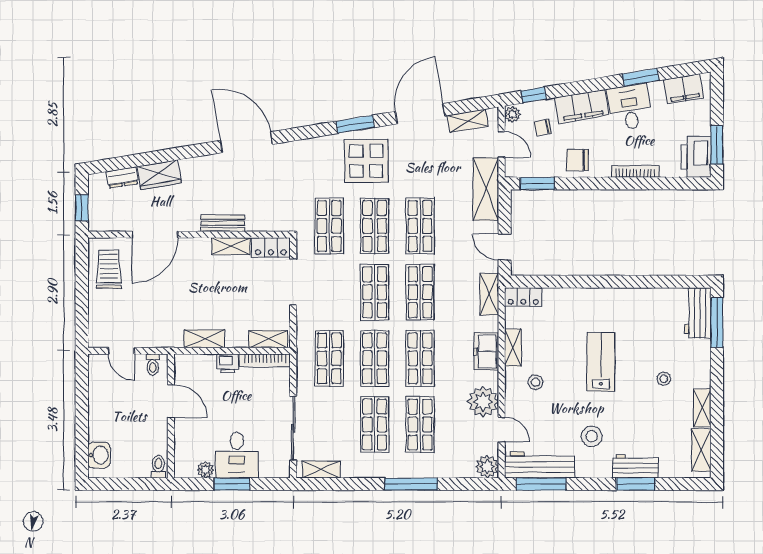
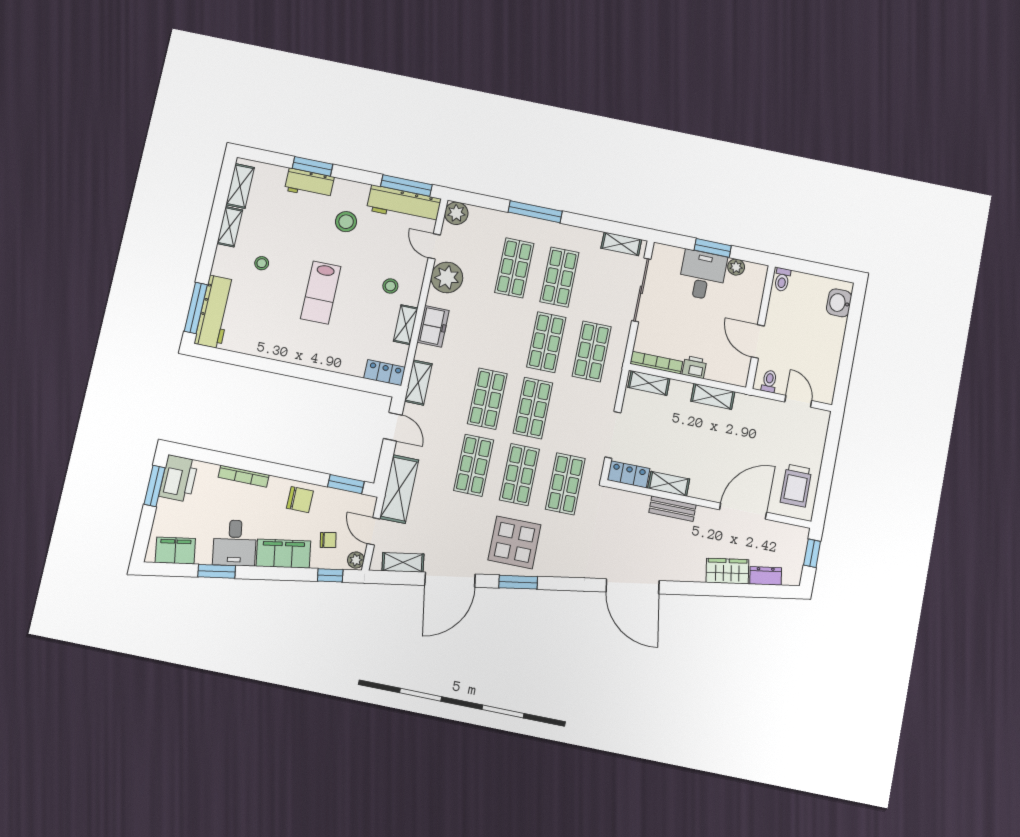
workbench: (698, 313) -> (215, 312), width x1.38
shop shelf: (420, 358) -> (501, 333), removed

